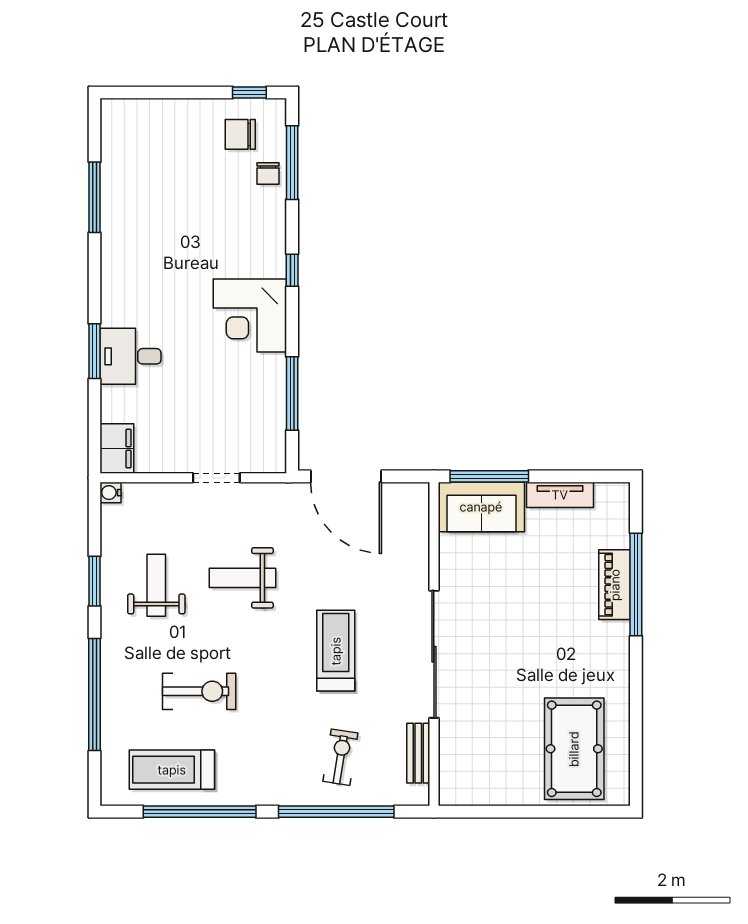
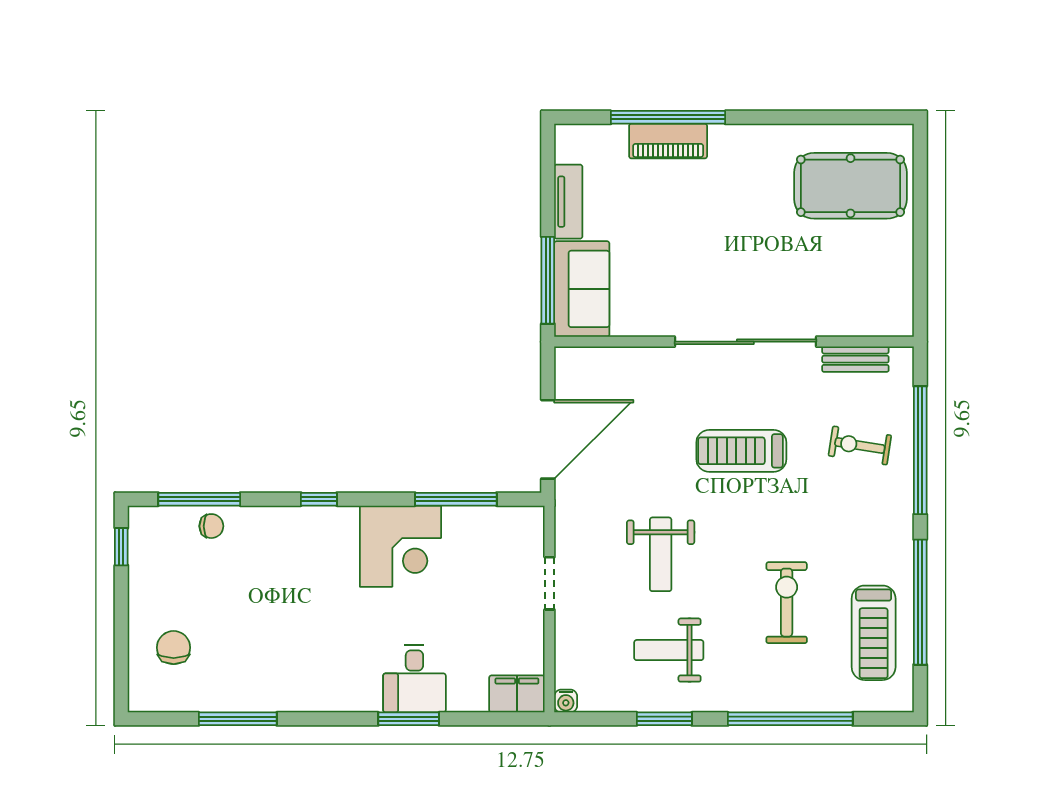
chair: (240, 134) -> (174, 648), moved, turned 180
corner desk: (250, 315) -> (400, 546), moved

